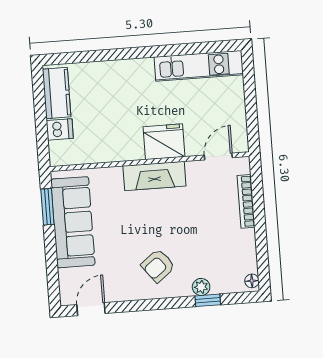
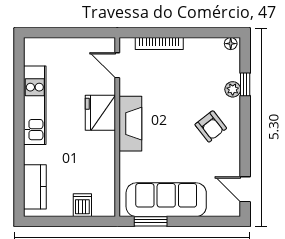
kitchen unit: (199, 66) -> (35, 105), moved
kitchen counter: (57, 93) -> (35, 187), moved, turned 90

